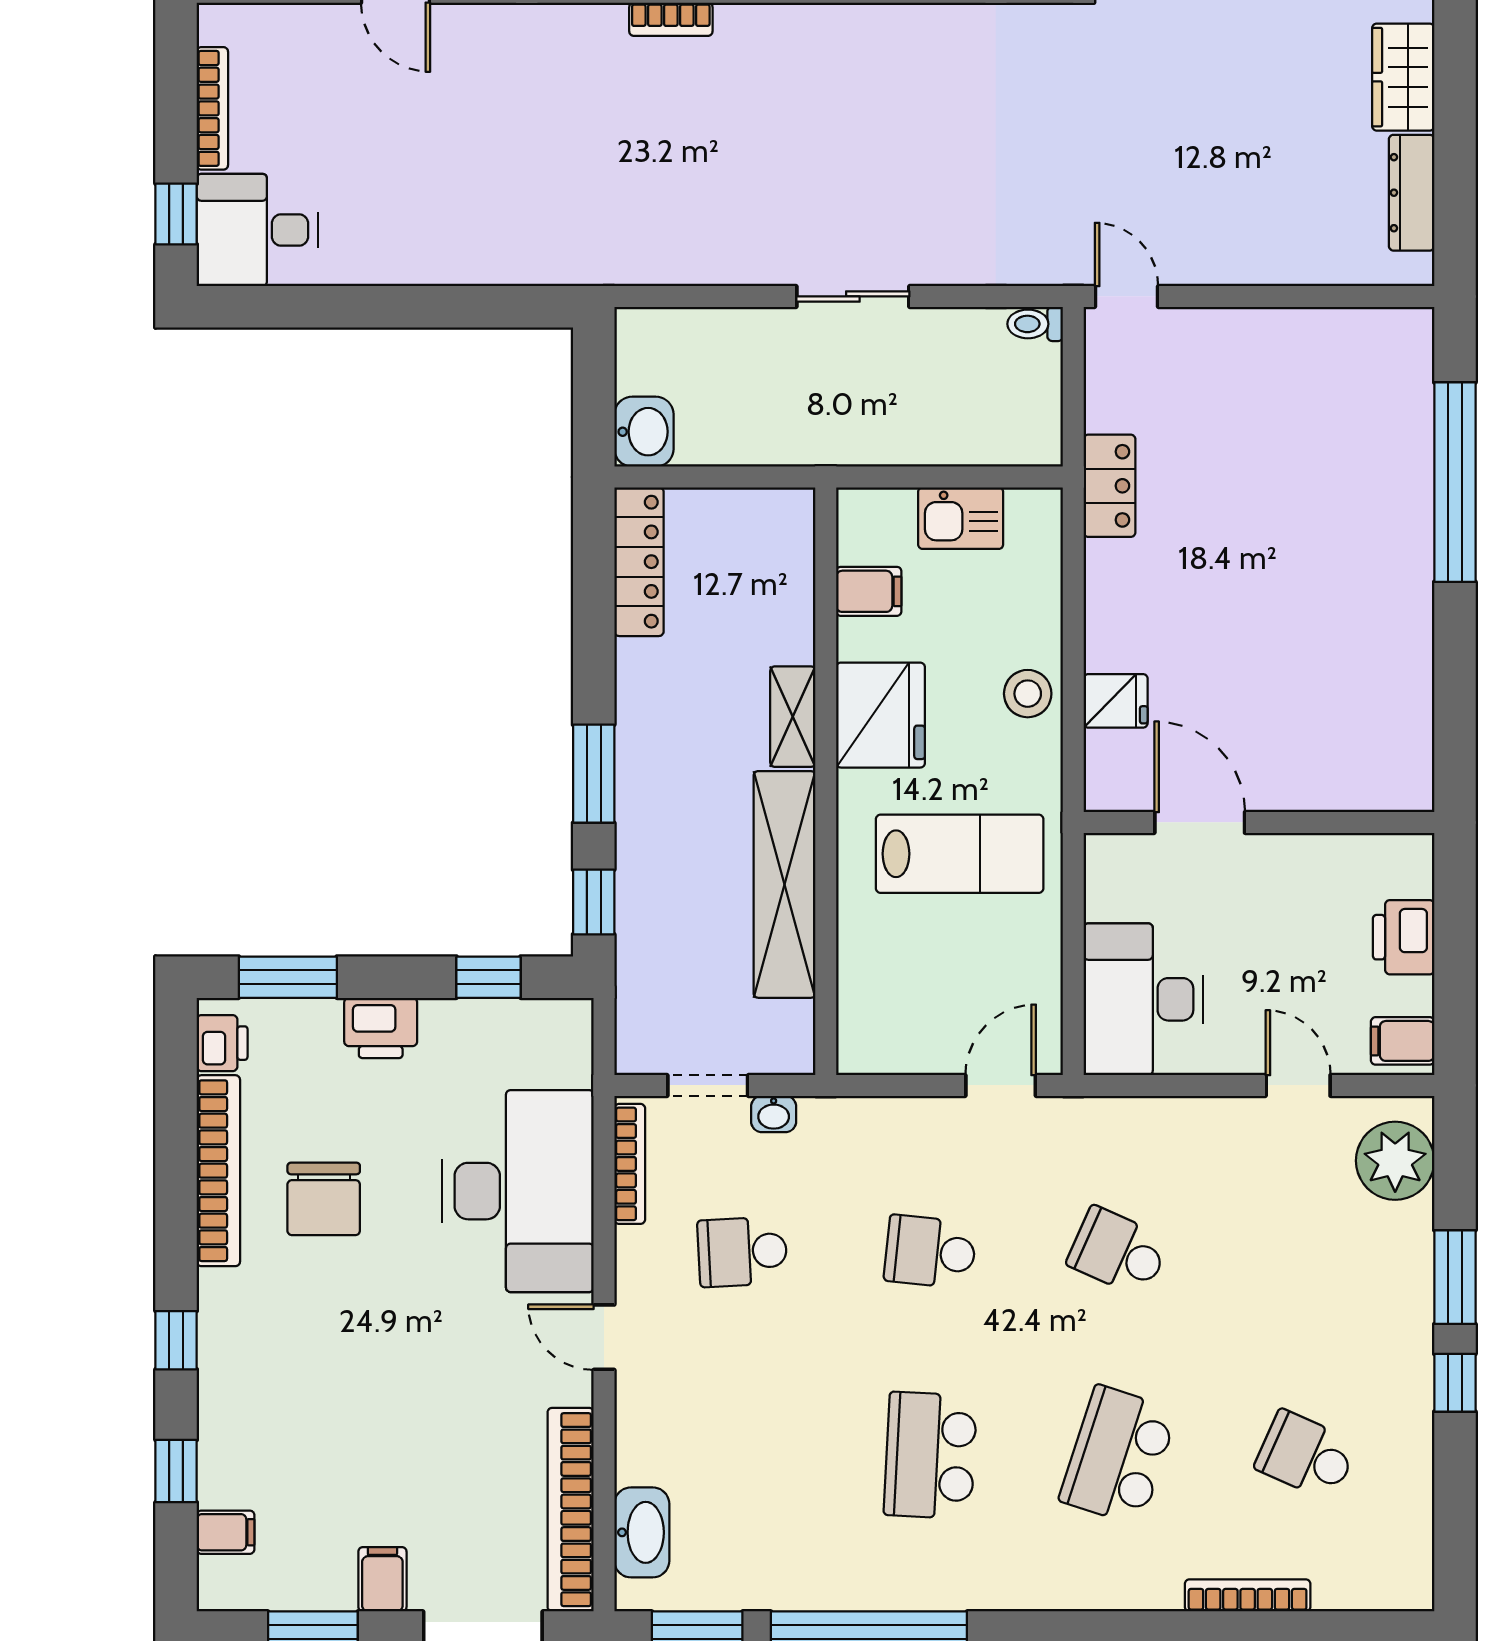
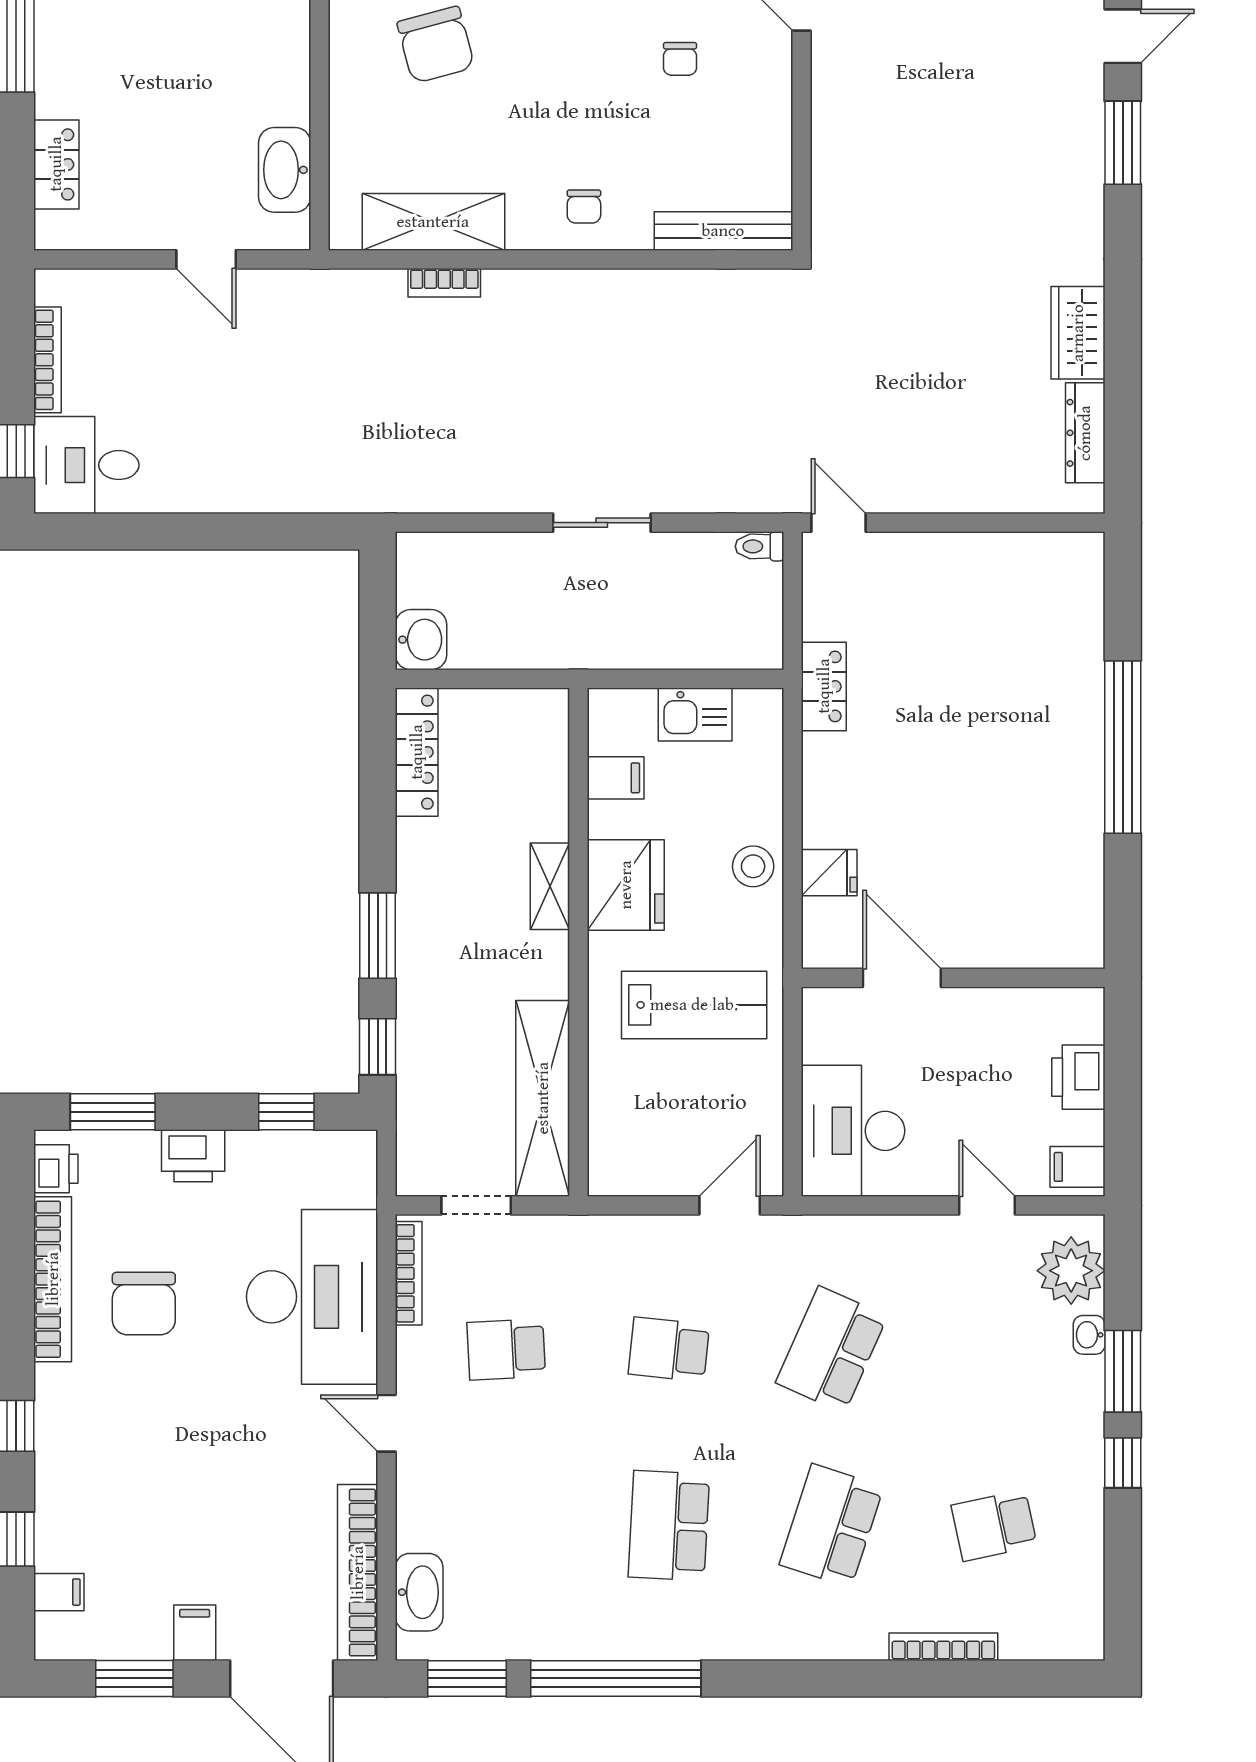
window: (1455, 482) -> (1123, 747), moved
shelving: (785, 884) -> (543, 1098), moved
washbasin: (774, 1114) -> (1089, 1335), moved, turned 90
school desk: (1118, 1252) -> (831, 1349), width x1.85
school desk: (1306, 1455) -> (994, 1526), turned -36

